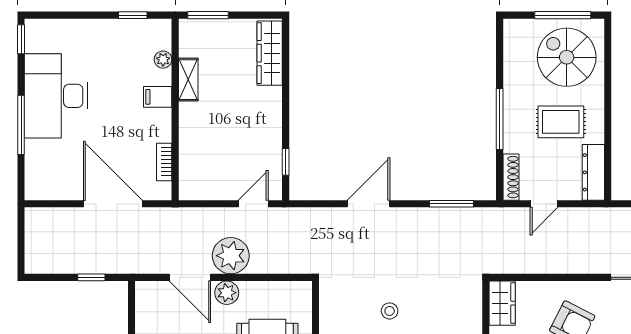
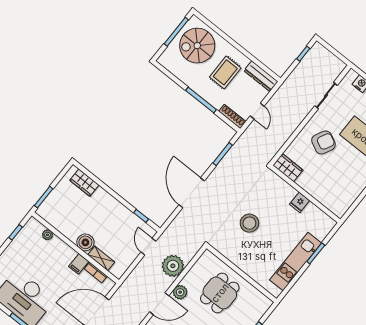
wardrobe: (270, 53) -> (84, 183), width x0.67
shelving: (188, 80) -> (101, 258), moved
filing cabinet: (158, 97) -> (79, 264), moved
boiler: (193, 117) -> (85, 242), added
door: (369, 204) -> (192, 193), width x1.36
plant: (231, 256) -> (173, 266), moved
stool: (390, 311) -> (249, 223), width x1.89, depth x1.89

